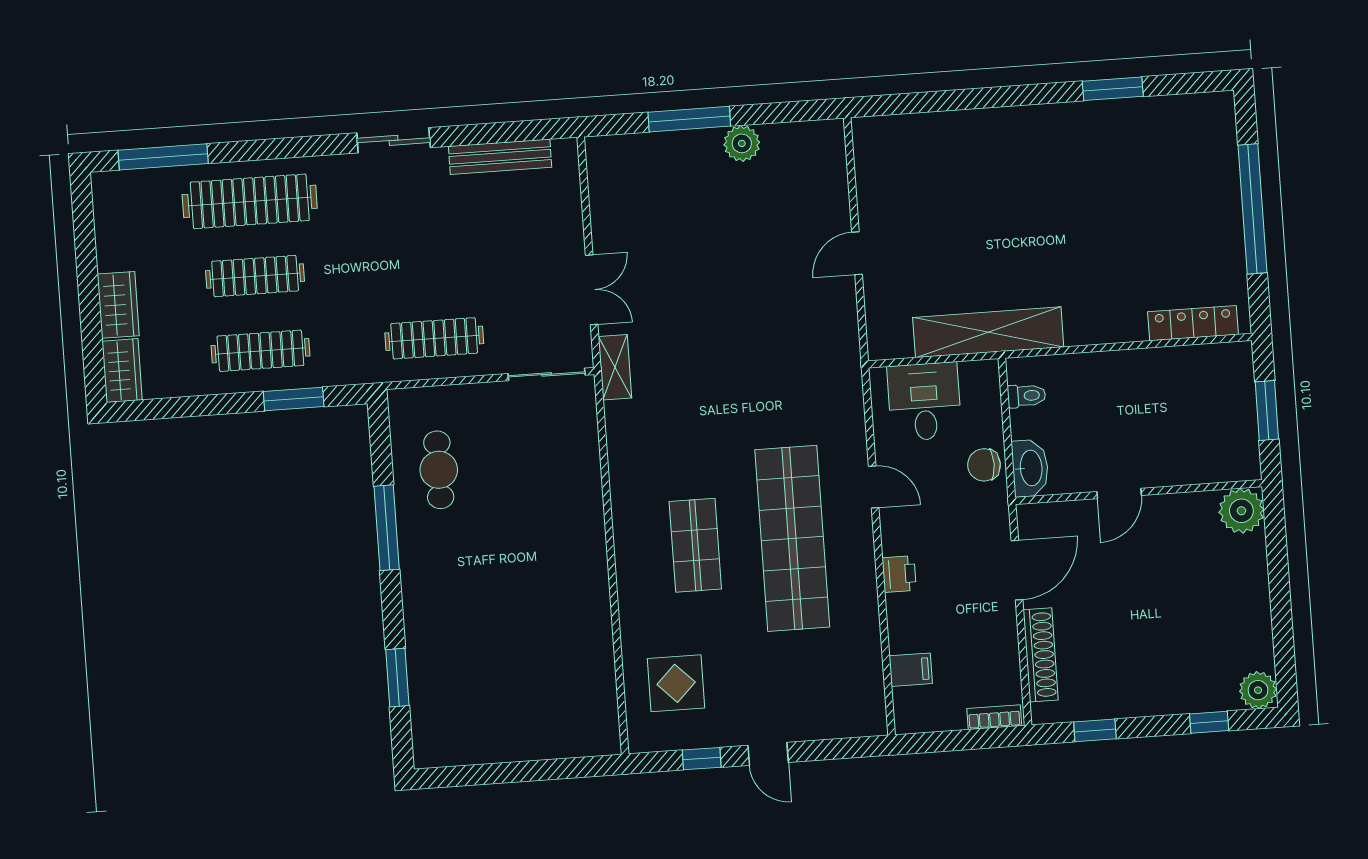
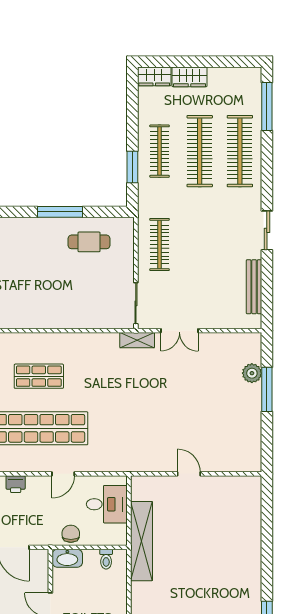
plant: (742, 143) -> (252, 373), moved
clothes rail: (255, 276) -> (200, 151), width x1.37, depth x1.31

